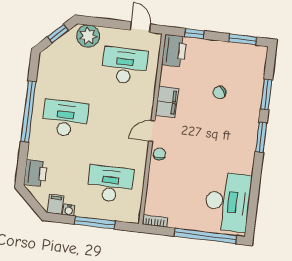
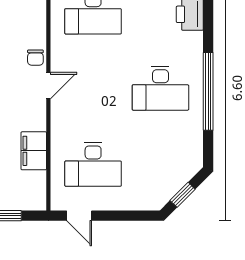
plant: (88, 36) -> (144, 196), removed
printer: (174, 51) -> (32, 191), removed
filing cabinet: (167, 102) -> (34, 151), moved

